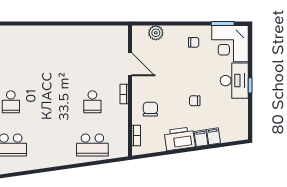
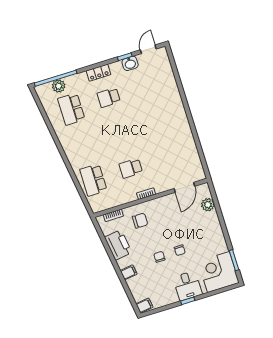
chair: (194, 42) -> (180, 250), moved
door: (130, 64) -> (184, 187), moved
desk: (234, 81) -> (188, 286), width x0.73
filing cabinet: (214, 136) -> (144, 306), moved
printer: (180, 139) -> (118, 245), moved

